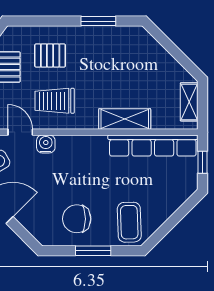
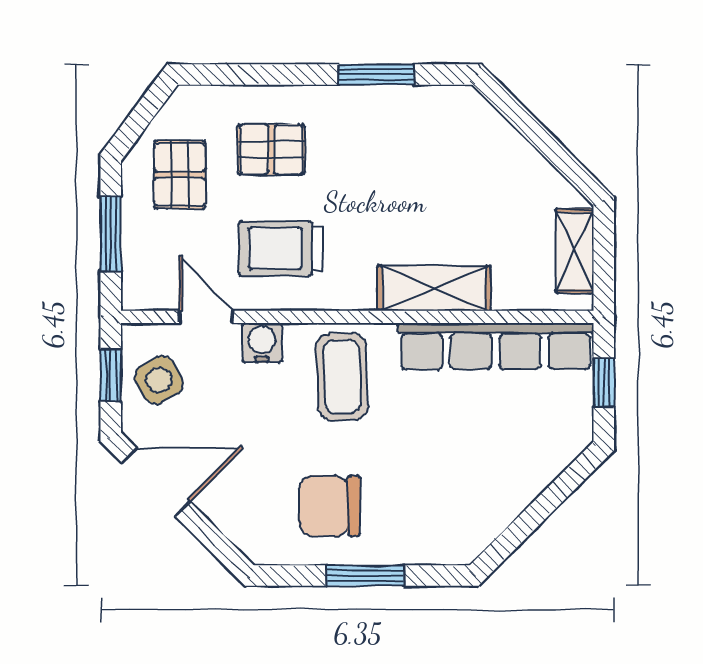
coffee table: (129, 222) -> (342, 377), moved

